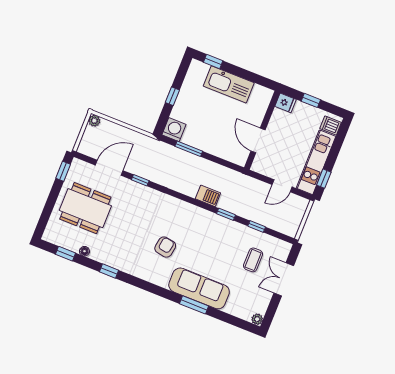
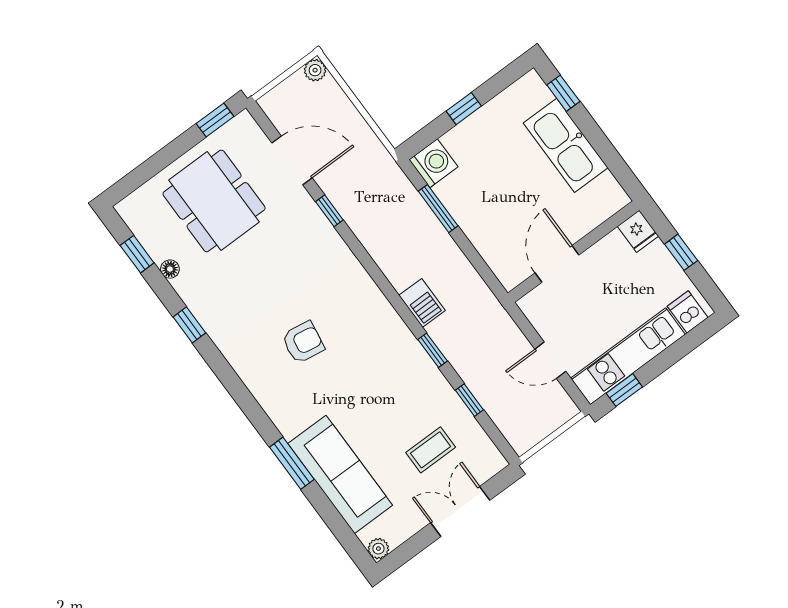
sofa: (199, 288) -> (340, 474), moved

